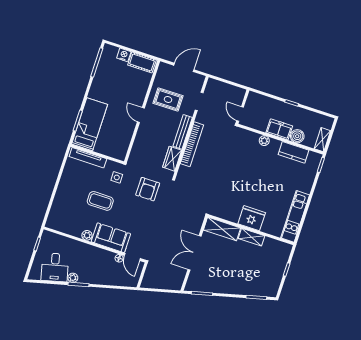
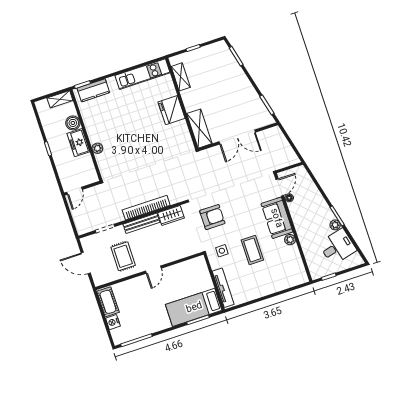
door: (240, 114) -> (74, 191), moved
kitchen counter: (294, 152) -> (93, 90), moved, turned 90
shelving: (251, 237) -> (181, 77), moved

